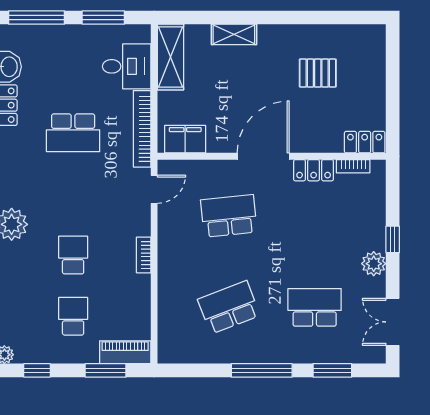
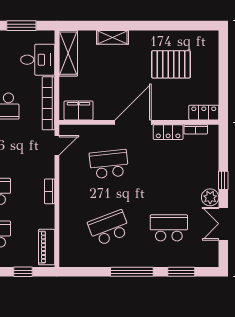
pallet: (318, 73) -> (171, 64), width x1.50, depth x1.42
double door: (393, 322) -> (223, 224), moved
piano: (125, 352) -> (47, 247), moved, turned -90
window: (106, 370) -> (23, 272), width x0.67

